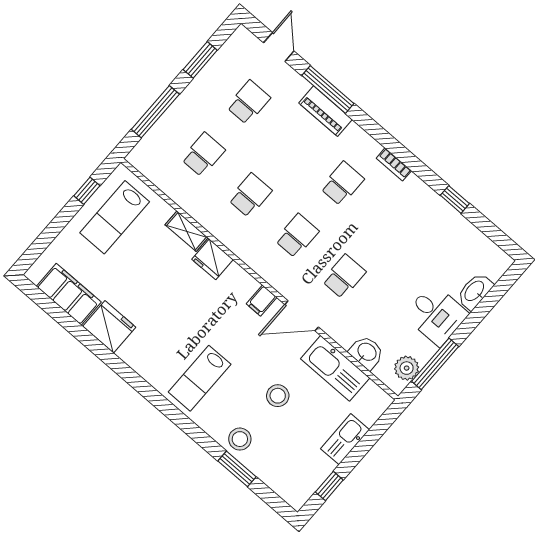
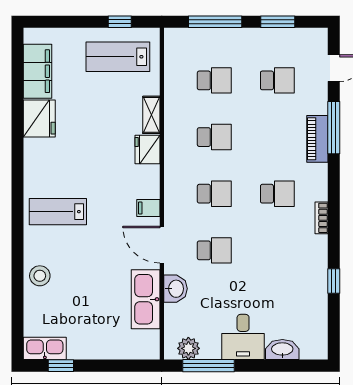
washbasin: (367, 352) -> (175, 289), moved
stool: (278, 396) -> (92, 276), removed
kitchen sink: (345, 439) -> (45, 348), moved
window: (237, 469) -> (18, 292), removed

